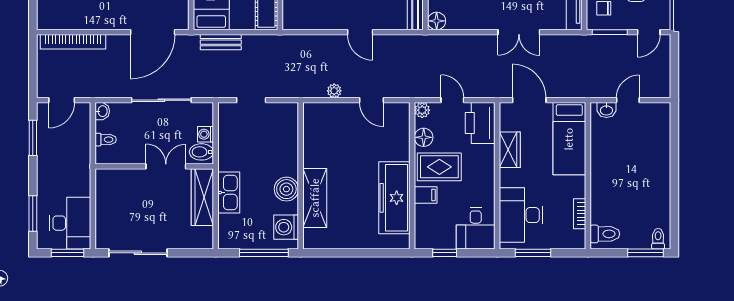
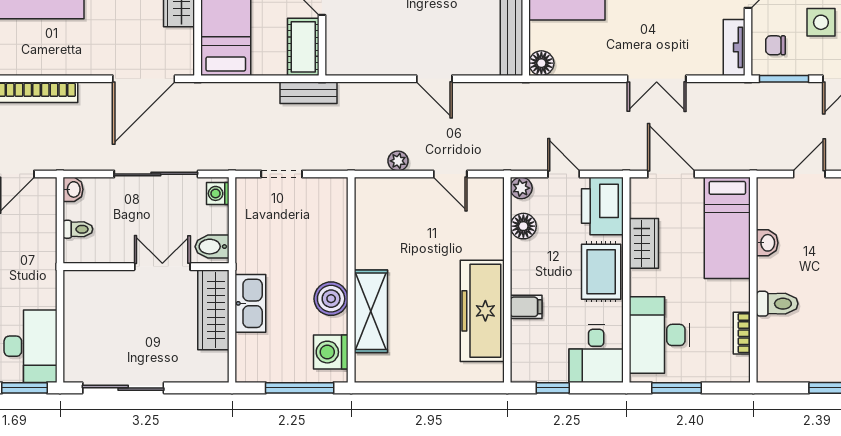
bench: (221, 42) -> (308, 93), moved
washbasin: (606, 110) -> (767, 243), moved, turned -90
washing machine: (206, 134) -> (218, 193), moved
rug: (439, 167) -> (601, 272), moved, turned 90
toilet: (605, 234) -> (777, 304), moved

